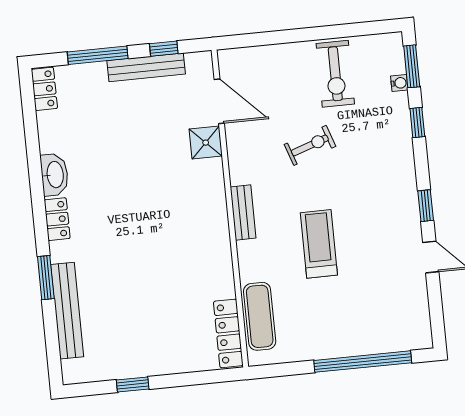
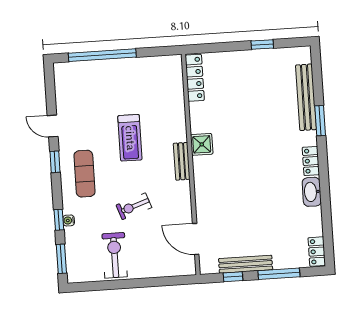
water cooler: (399, 83) -> (69, 220), moved
shower: (206, 143) -> (202, 144), moved
exercise mat: (260, 316) -> (84, 174), moved

